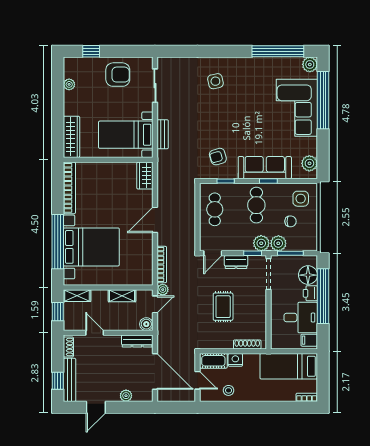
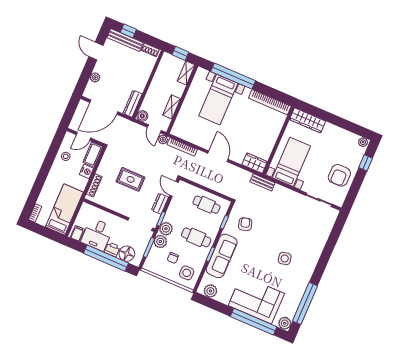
side table: (215, 81) -> (285, 258), moved
plant: (69, 84) -> (363, 142), moved
bench: (163, 134) -> (262, 182), moved
bed with nightstands: (91, 247) -> (218, 100), width x0.73
door: (95, 333) -> (152, 74), removed

